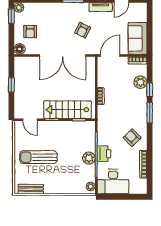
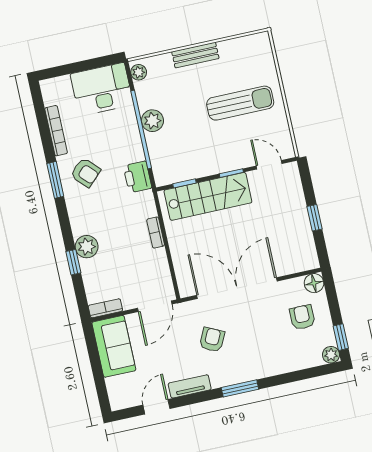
plant: (140, 82) -> (87, 247), moved
window: (150, 113) -> (55, 180), moved
printer: (104, 154) -> (138, 177), moved
bench: (31, 189) -> (195, 55), moved

